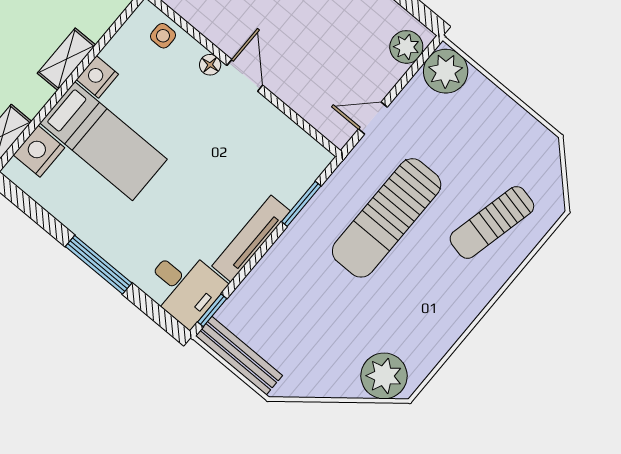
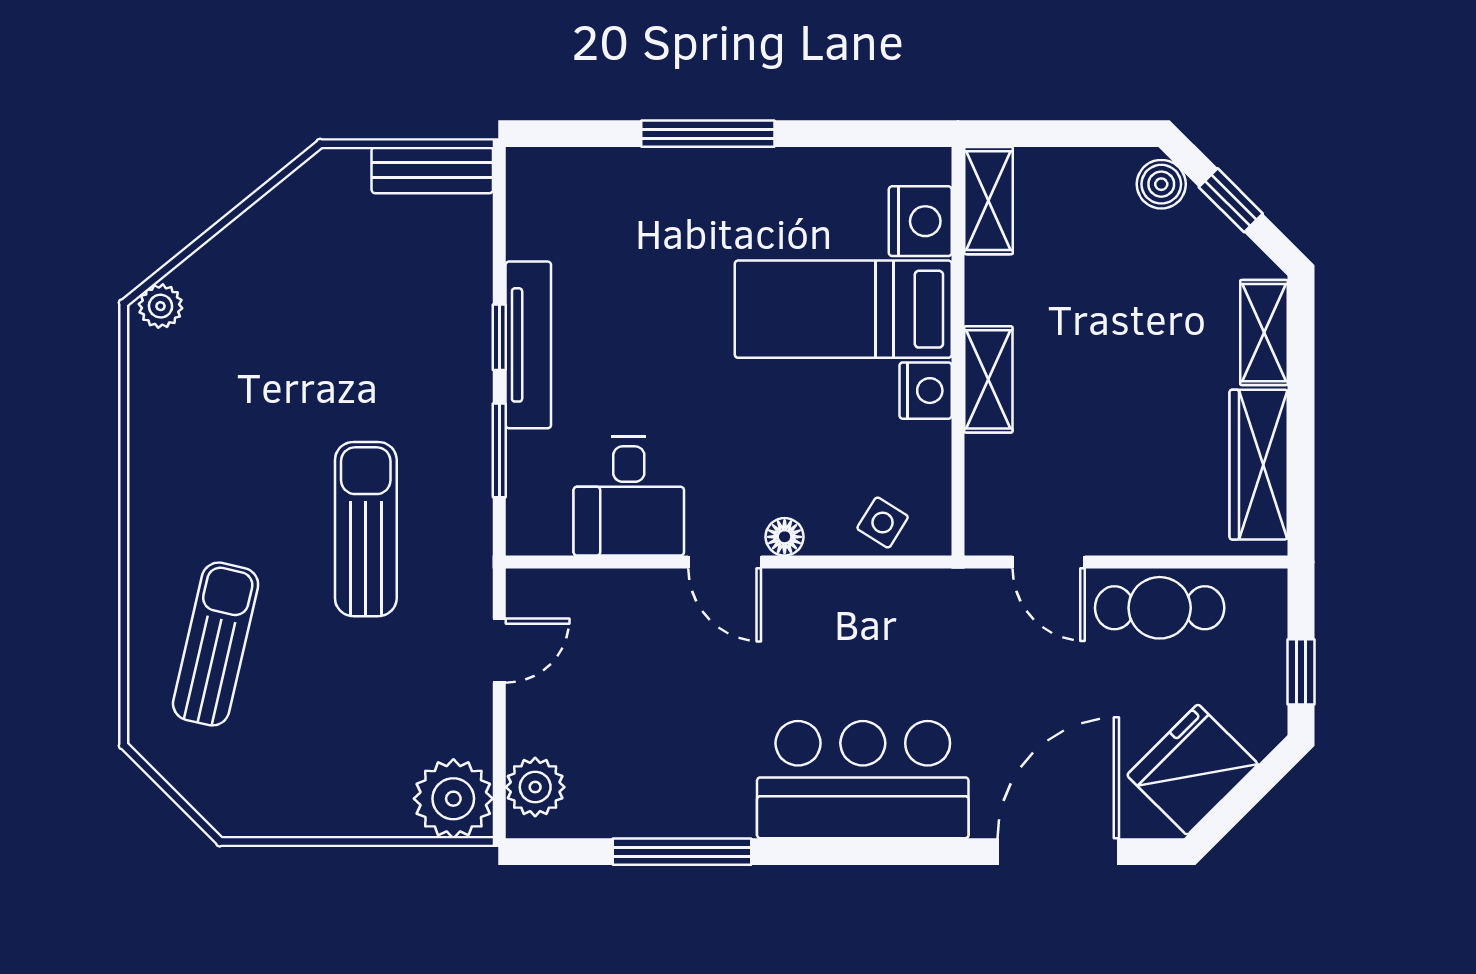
side table: (163, 36) -> (883, 523), turned 32
sun lounger: (387, 218) -> (366, 529), width x0.73, depth x0.75
desk: (184, 287) -> (629, 496), moved, turned -90
window: (212, 310) -> (499, 337), moved
bench: (239, 356) -> (432, 170), width x0.73
plant: (384, 376) -> (161, 306), width x0.53, depth x0.53

